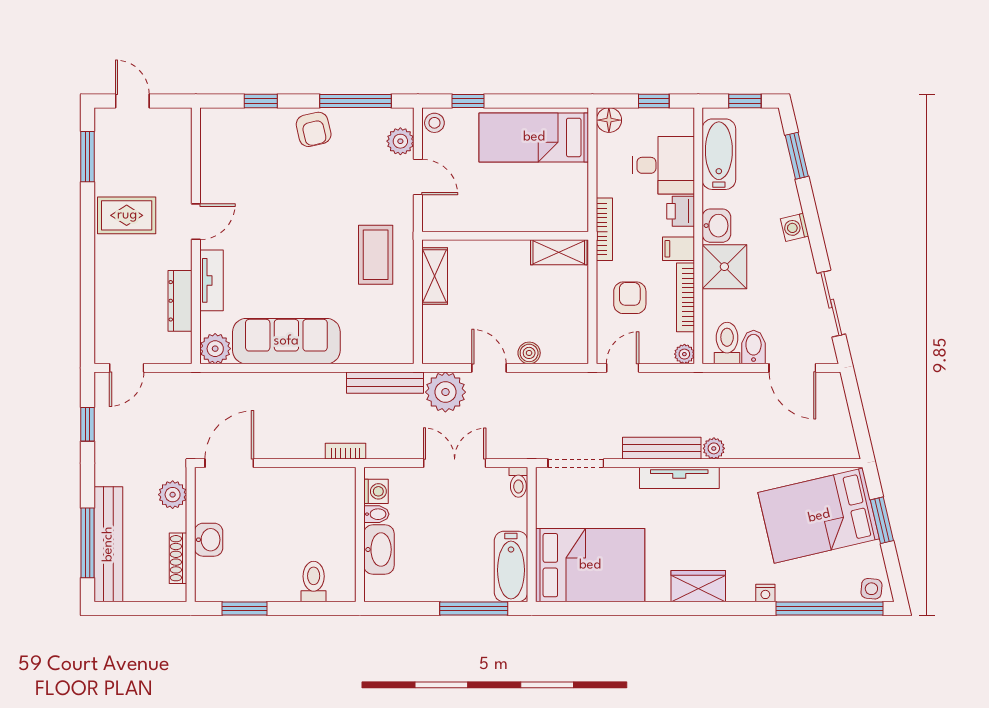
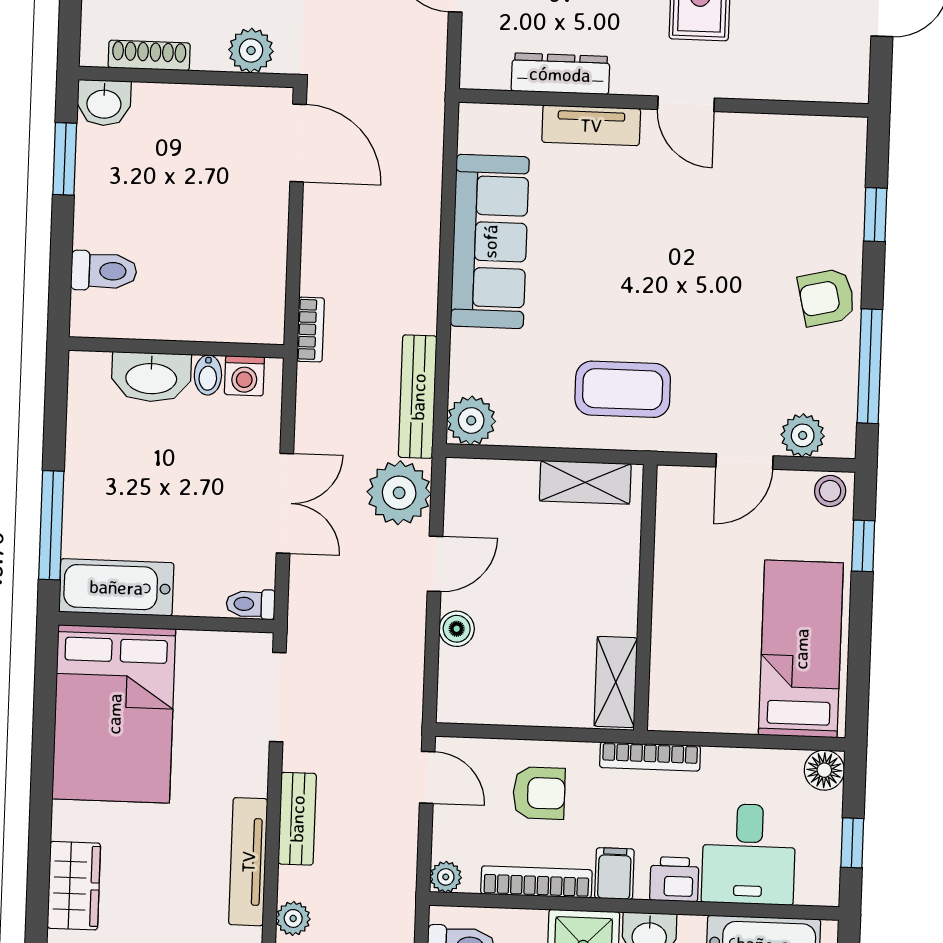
plant: (215, 349) -> (471, 420), moved
bench: (662, 448) -> (297, 819), width x0.73
washbasin: (209, 540) -> (104, 103), moved

